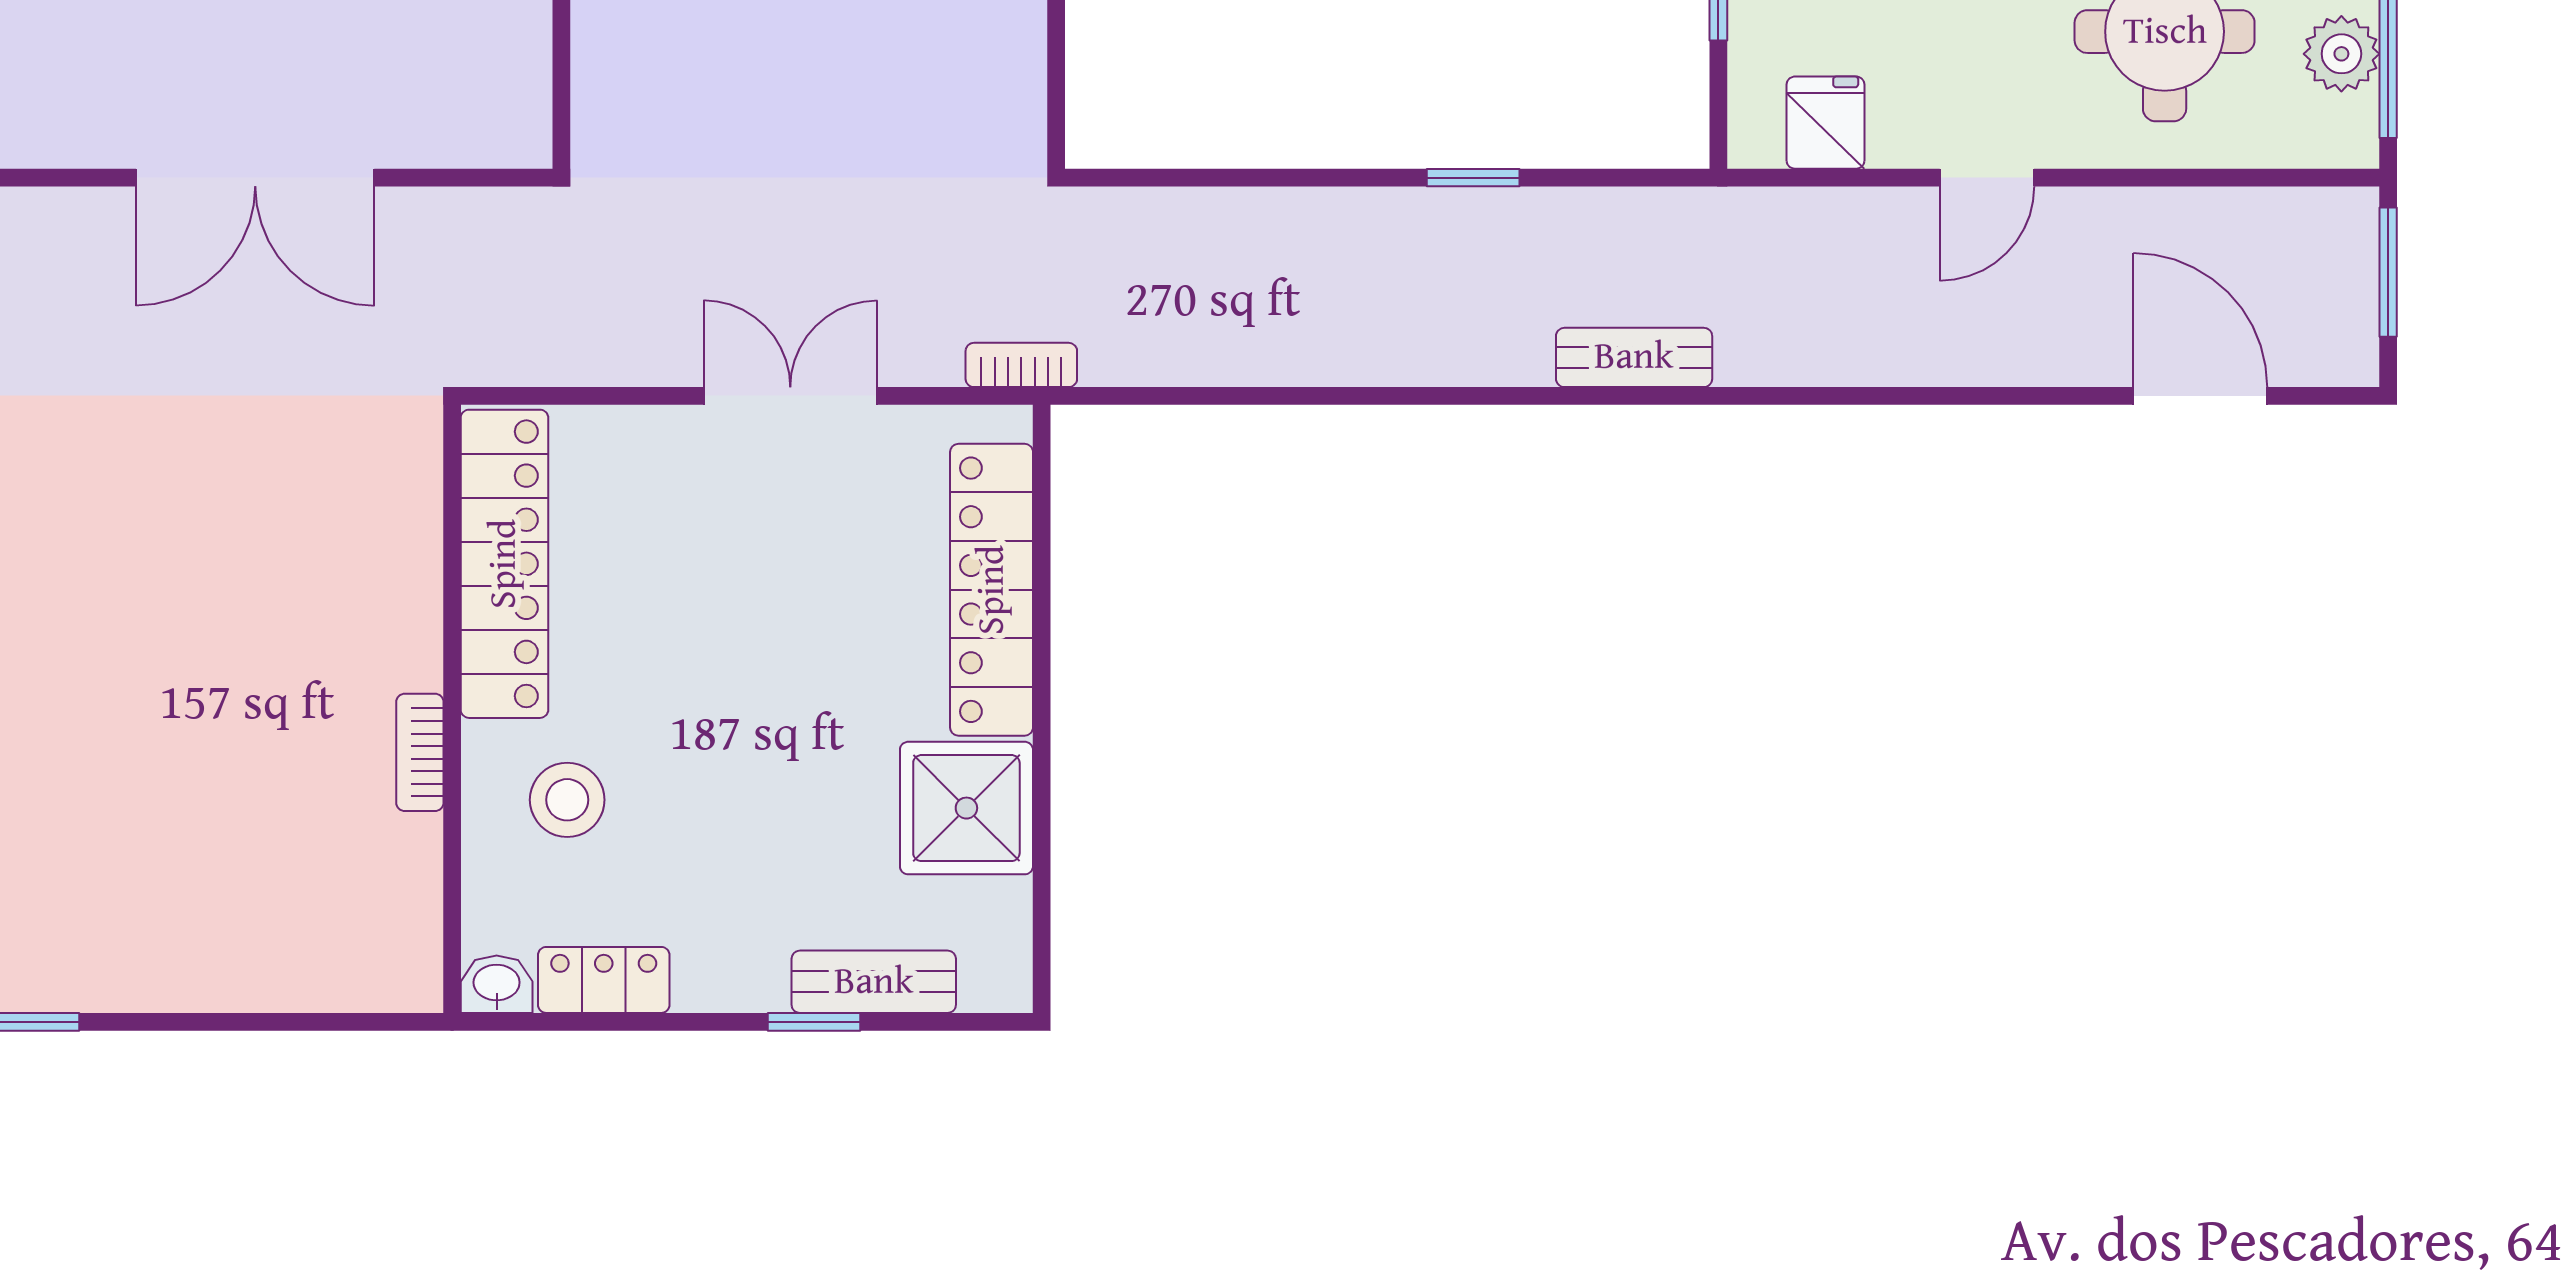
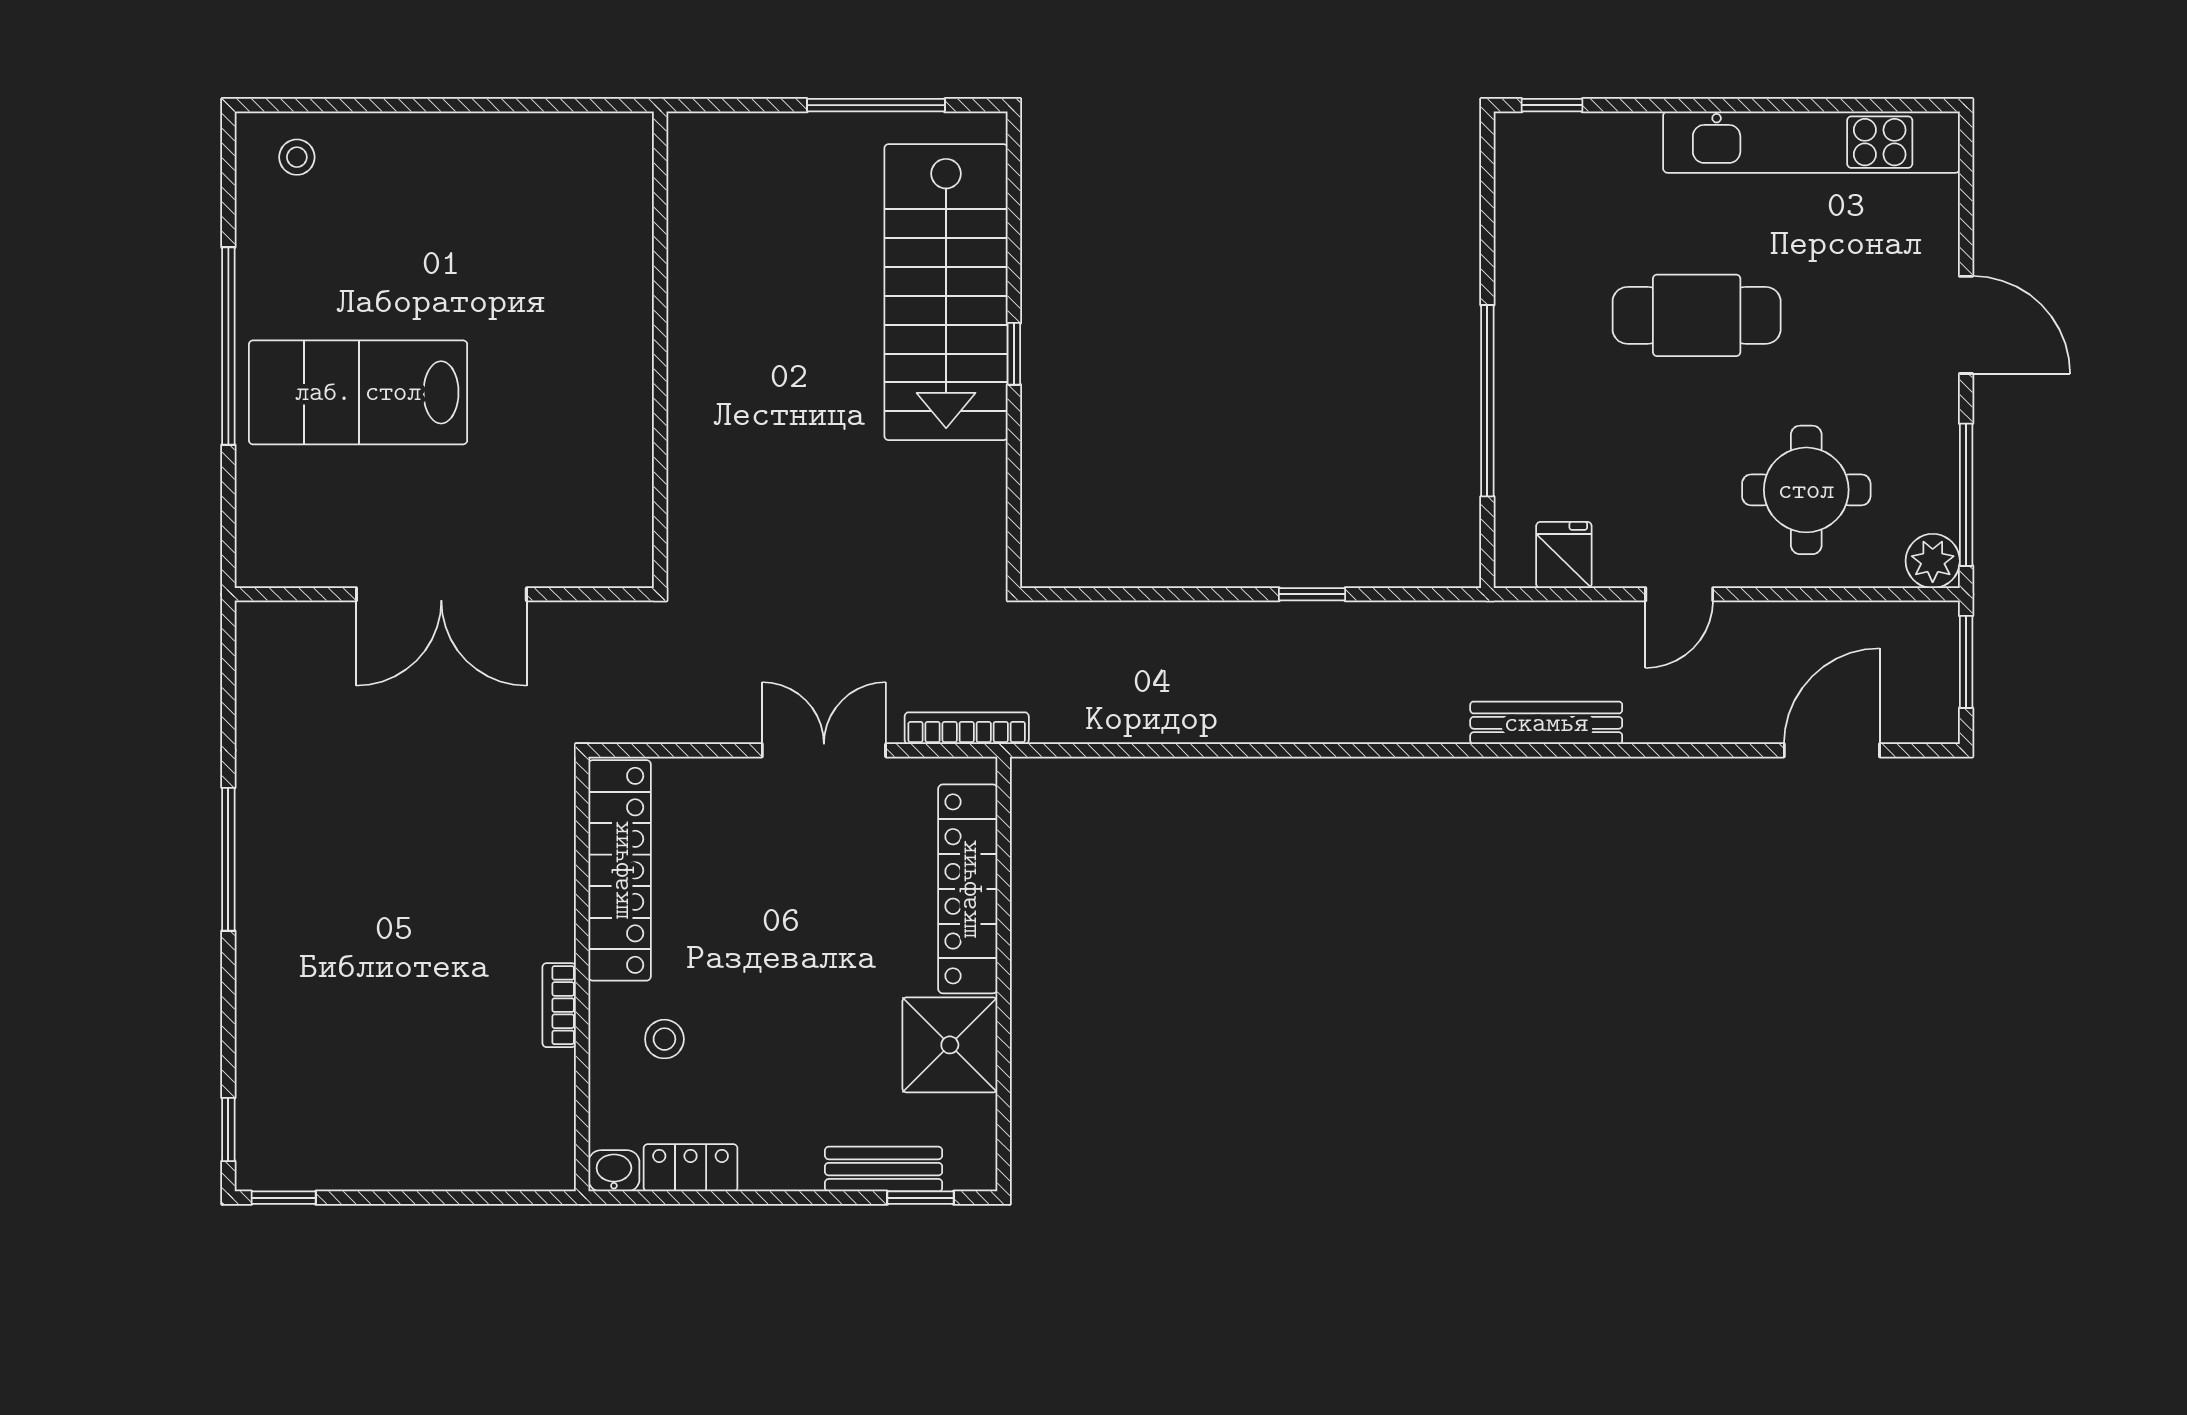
plant: (2341, 54) -> (1933, 561), moved
bench: (1634, 357) -> (1546, 723), moved, width x1.36
bookcase: (1021, 365) -> (967, 728), width x1.56
door: (2200, 396) -> (1832, 750), hinge flipped
stool: (567, 800) -> (664, 1039), width x0.73, depth x0.73
window: (814, 1022) -> (920, 1198), moved

